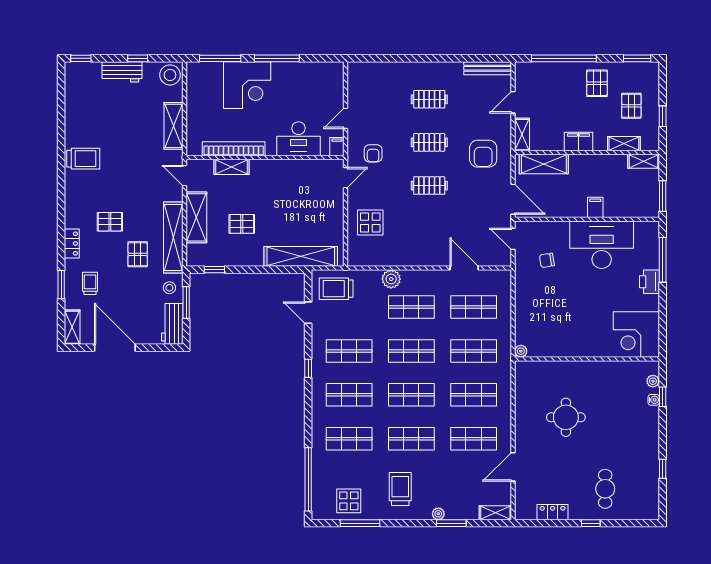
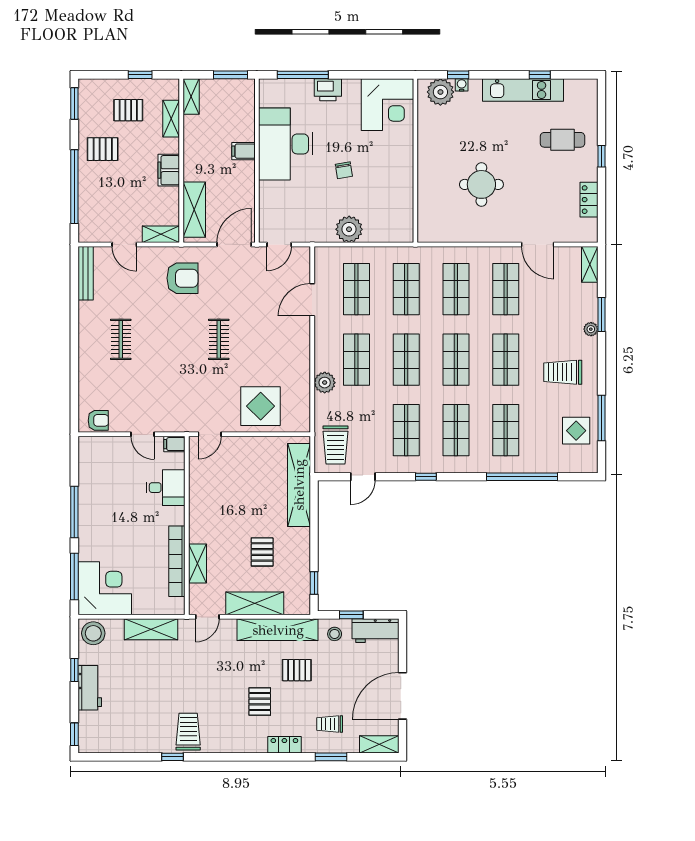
corner desk: (247, 85) -> (105, 588), moved
desk: (299, 139) -> (166, 488), width x0.73
clothes rail: (429, 142) -> (170, 339), removed
window: (61, 145) -> (172, 757), added
armchair: (373, 153) -> (98, 420), moved
door: (346, 178) -> (210, 434), swing flipped
display table: (370, 222) -> (261, 406), width x1.36, depth x1.36
chair: (547, 260) -> (344, 170), moved
window: (186, 302) -> (351, 615), width x0.67
plant: (521, 351) -> (349, 229), moved, width x1.88, depth x1.88
plant: (653, 381) -> (440, 92), width x1.87, depth x1.87
kitchen unit: (649, 454) -> (523, 90), added
window: (308, 479) -> (522, 477), moved

